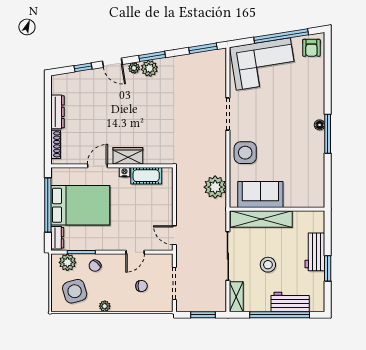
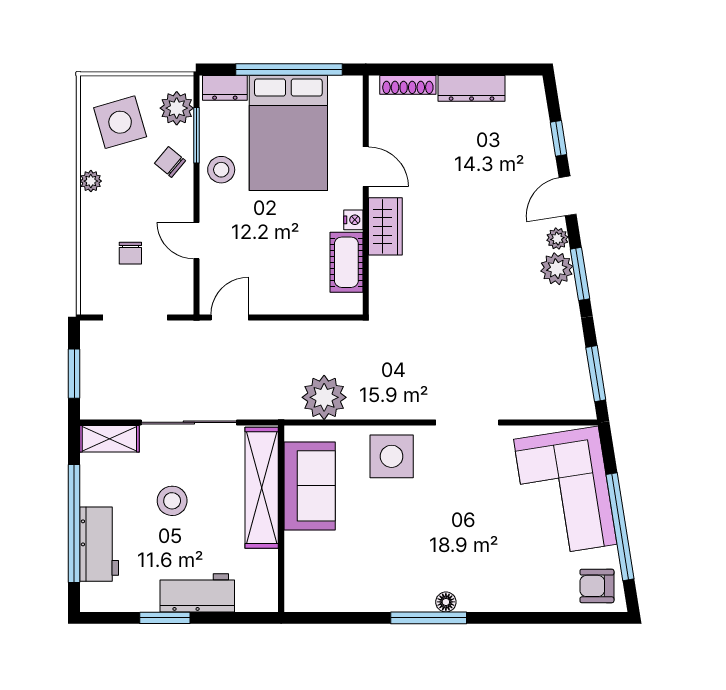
stool: (99, 240) -> (221, 170), added

